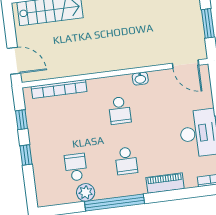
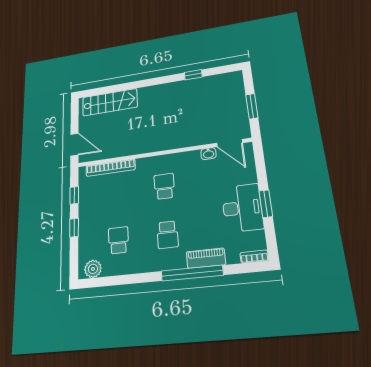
washbasin: (140, 78) -> (208, 154), moved
school desk: (120, 110) -> (164, 186), turned 180
plant: (86, 192) -> (93, 269), moved
window: (114, 202) -> (192, 273), moved

